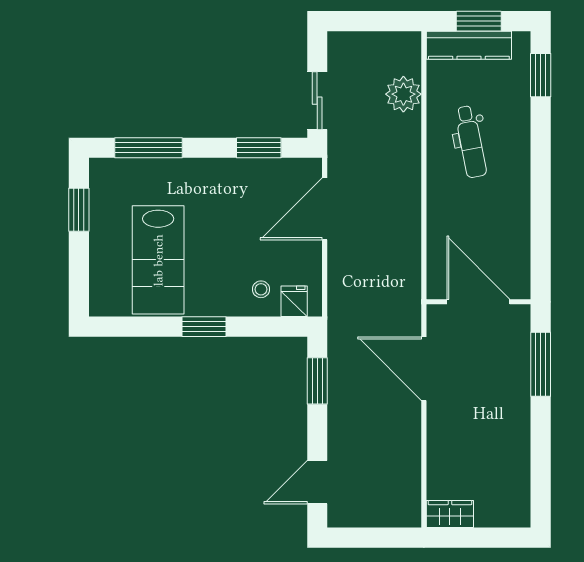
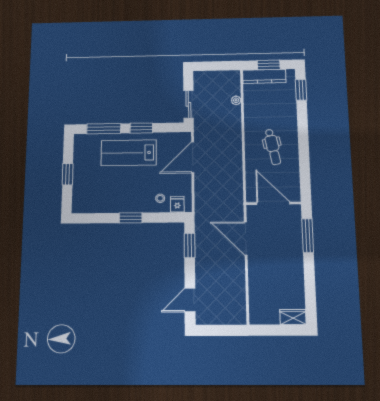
plant: (403, 94) -> (236, 100), width x0.53, depth x0.53
dental chair: (471, 142) -> (273, 147), moved
window: (259, 148) -> (141, 128), moved
window: (79, 210) -> (68, 174), moved
lab bench: (158, 260) -> (129, 153), moved, turned 90
wardrobe: (450, 514) -> (293, 317), moved

